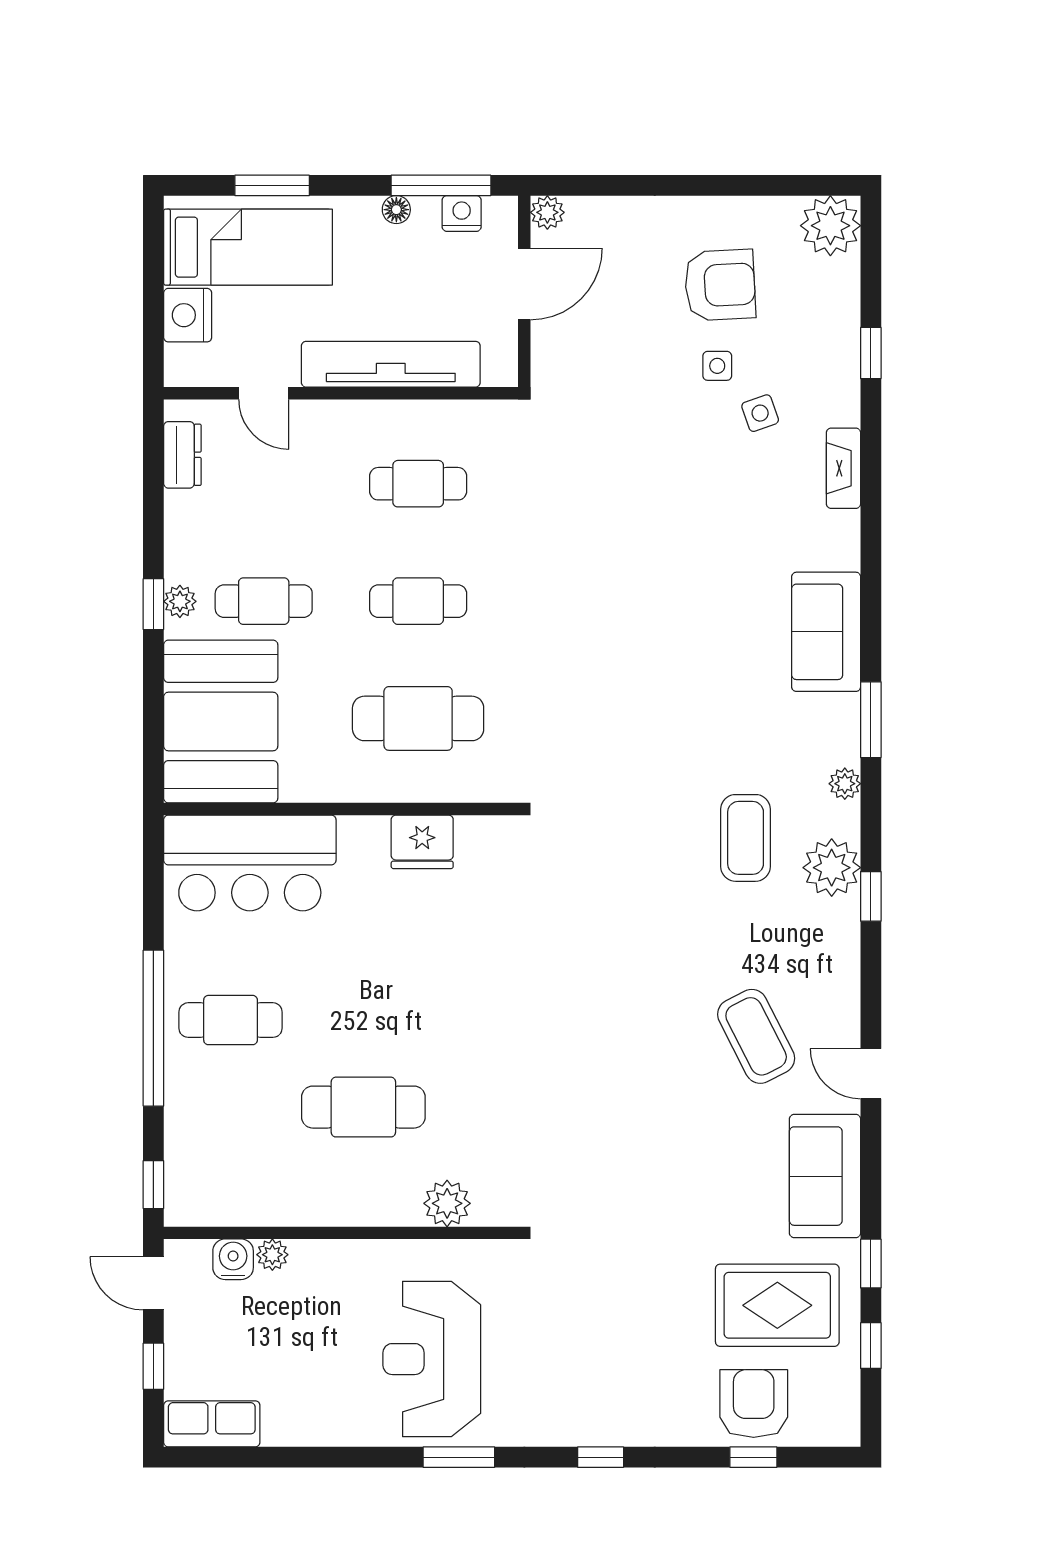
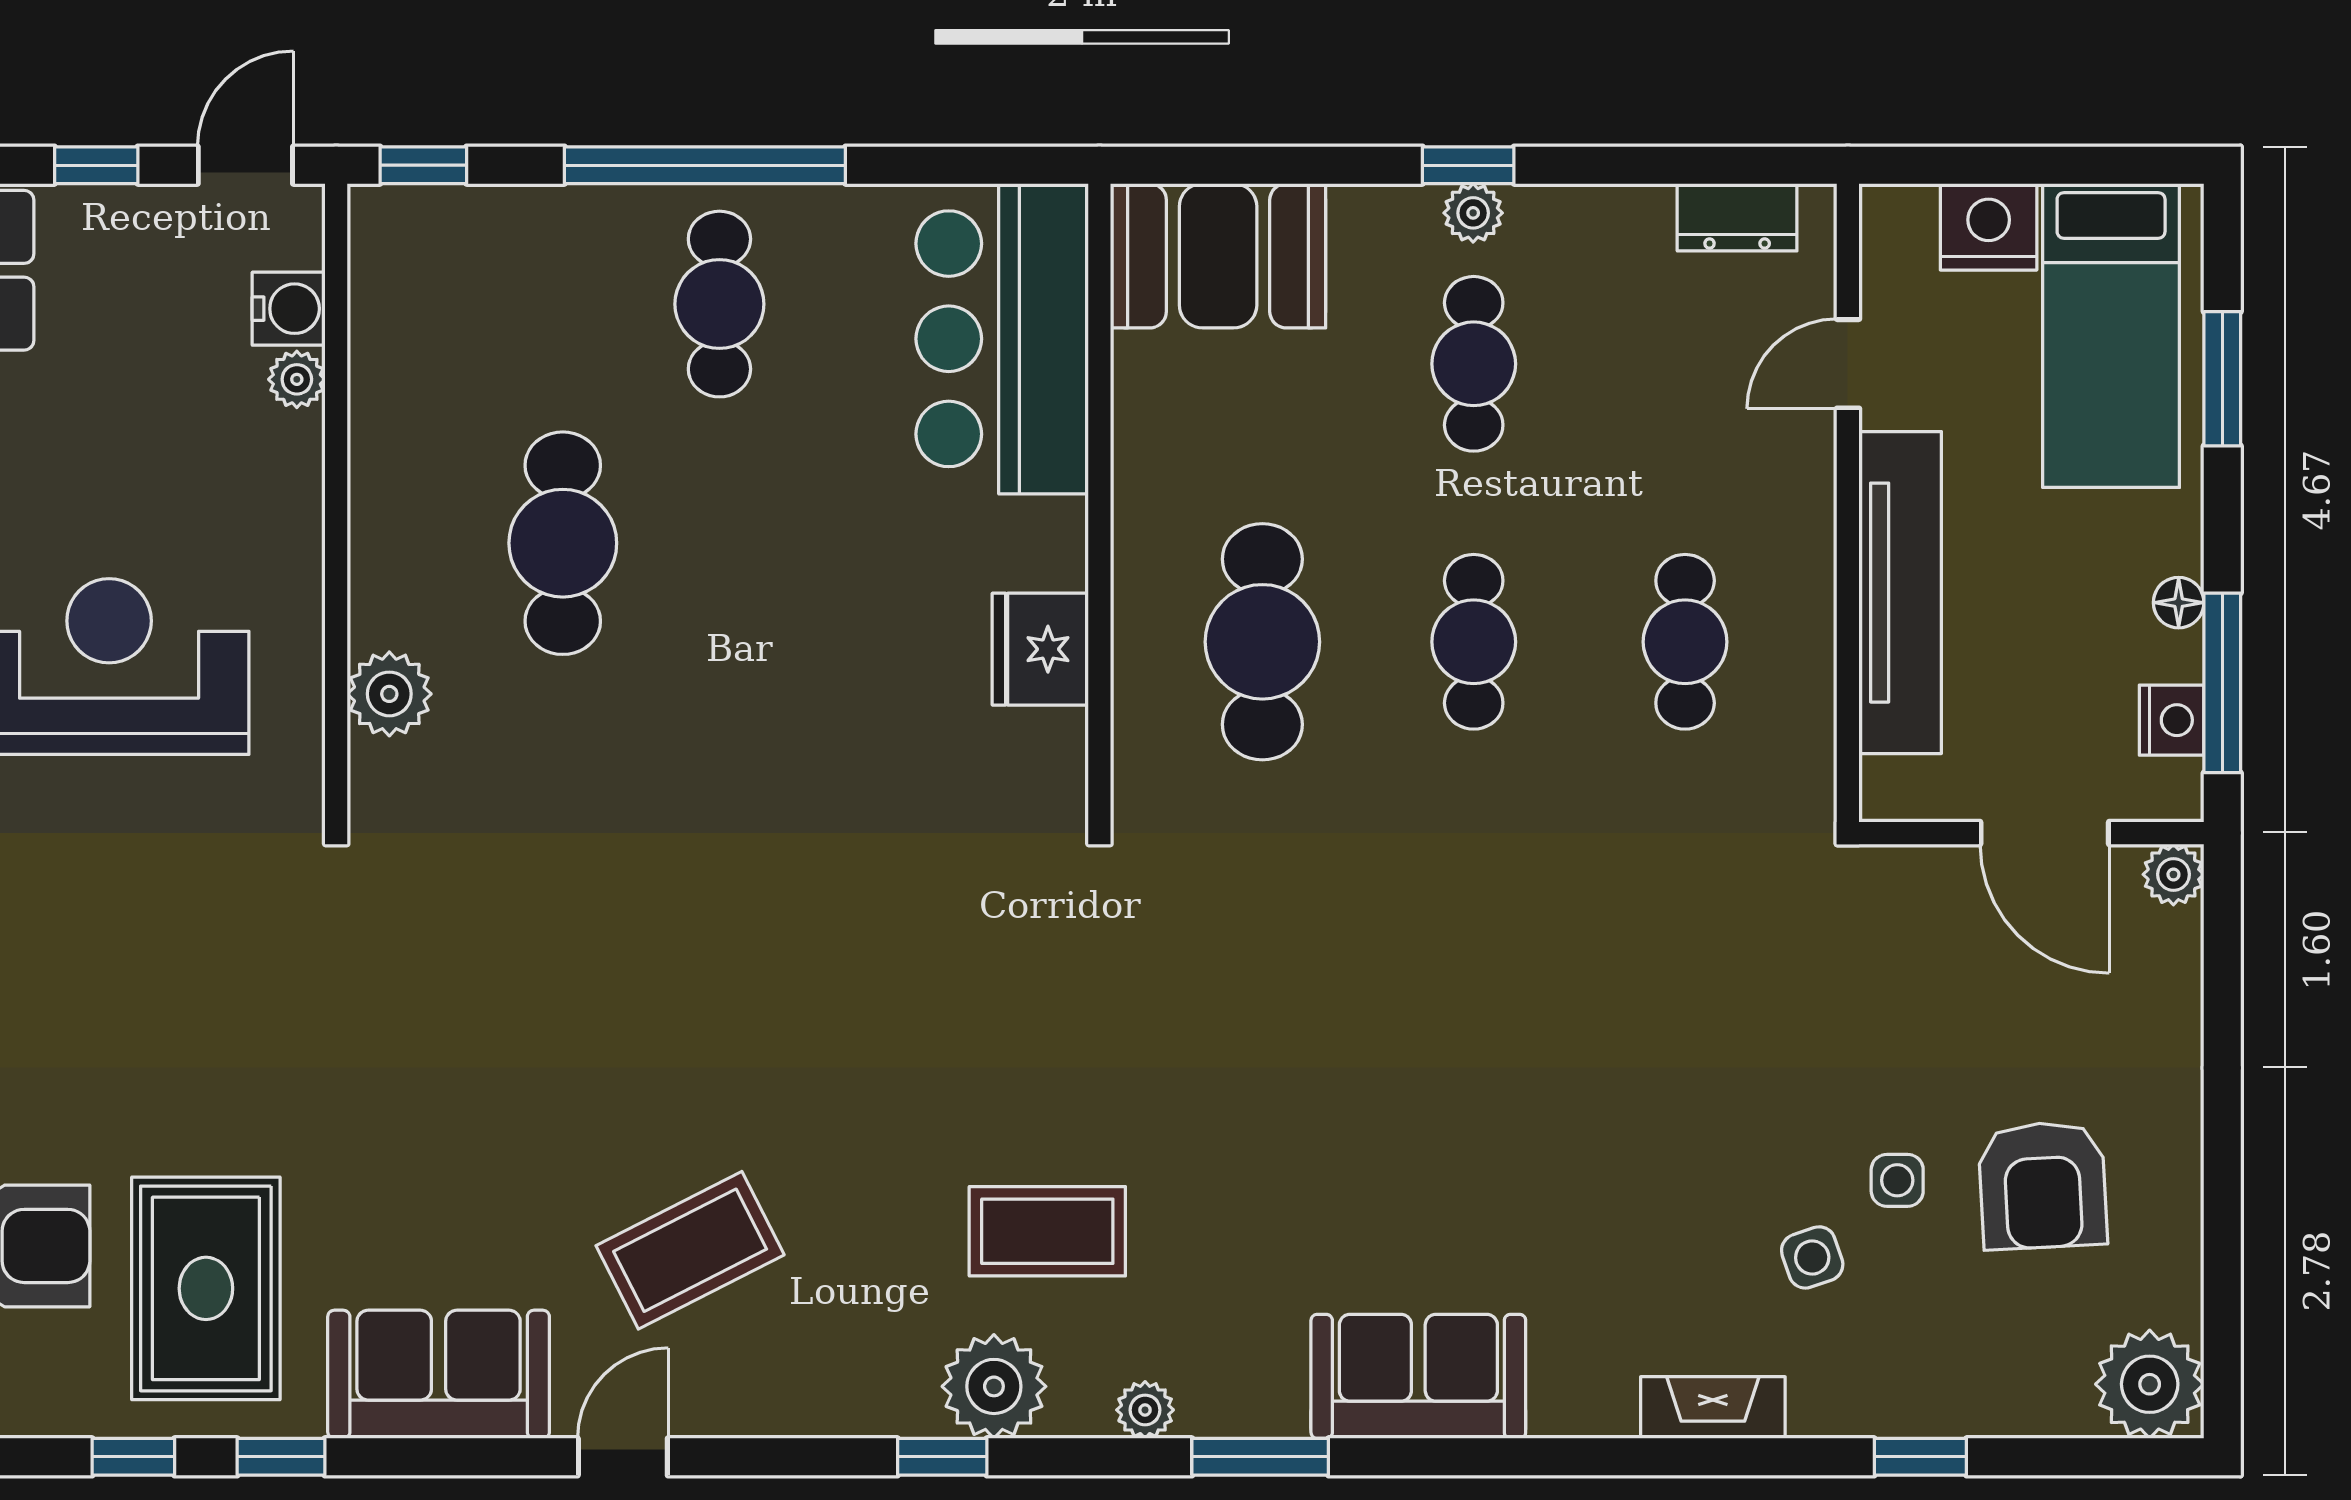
booth: (221, 721) -> (1218, 256), width x0.73, depth x0.70

